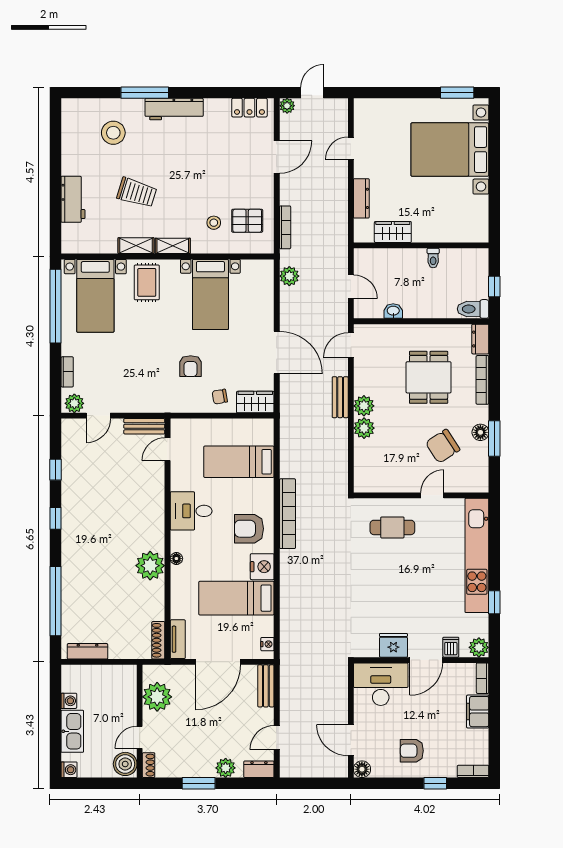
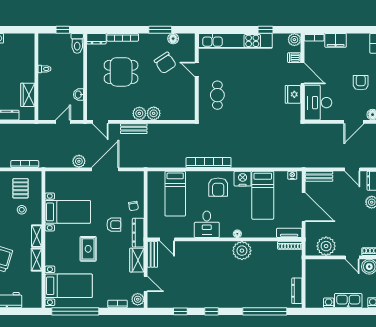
plant: (289, 276) -> (79, 161), moved
rug: (147, 282) -> (88, 249), moved, turned 90
wardrobe: (255, 402) -> (137, 260), moved
dresser: (178, 404) -> (138, 233), added
floor lamp: (480, 432) -> (173, 39), moved
armchair: (412, 751) -> (361, 83), turned 180

